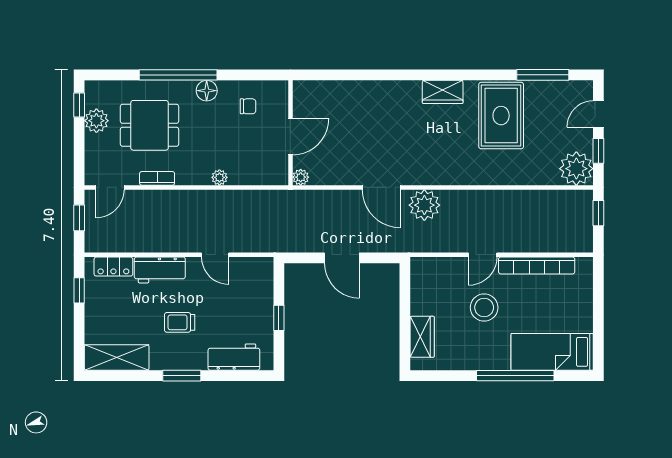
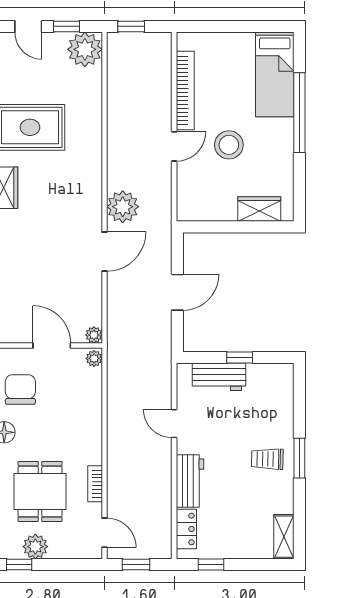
chair: (248, 106) -> (20, 389), width x1.87, depth x1.87
plant: (219, 177) -> (94, 358), moved
door: (215, 255) -> (174, 424), swing flipped
door: (483, 255) -> (174, 146), hinge flipped
trolley: (180, 322) -> (267, 459), moved, turned 91
shelving: (117, 357) -> (284, 537), width x0.67, depth x0.75
workbench: (234, 357) -> (219, 377), moved, turned -90

